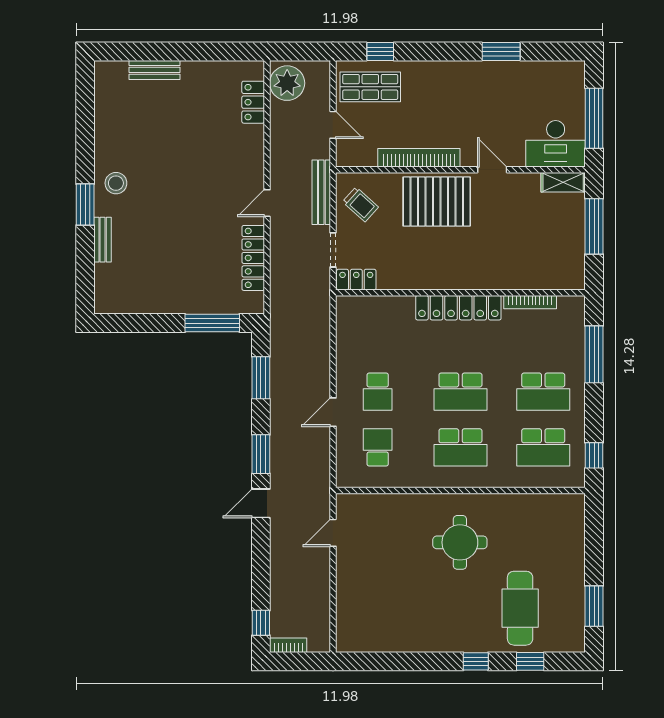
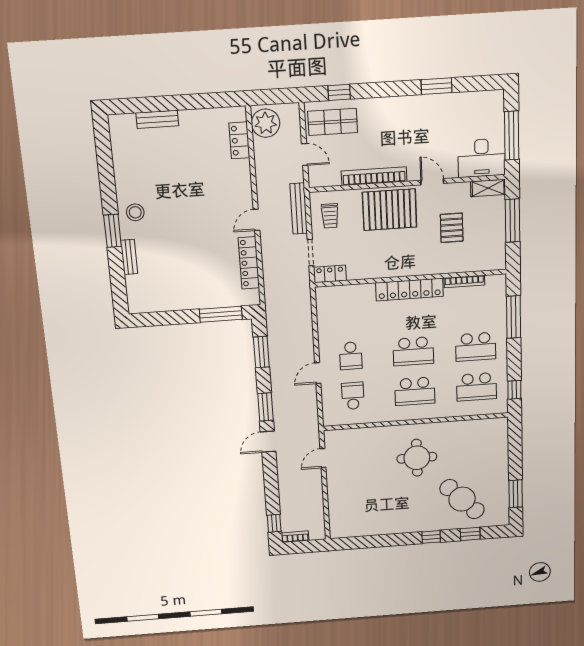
trolley: (360, 204) -> (330, 216), turned 48
pallet: (515, 230) -> (452, 228), added
cafe table: (520, 608) -> (462, 499), turned -44

